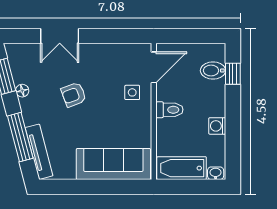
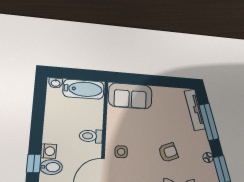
washing machine: (217, 126) -> (49, 151), moved
sofa: (113, 164) -> (130, 96), width x0.73

